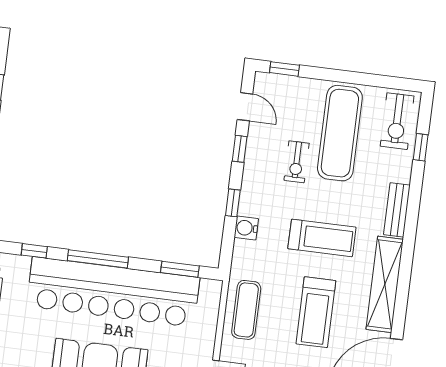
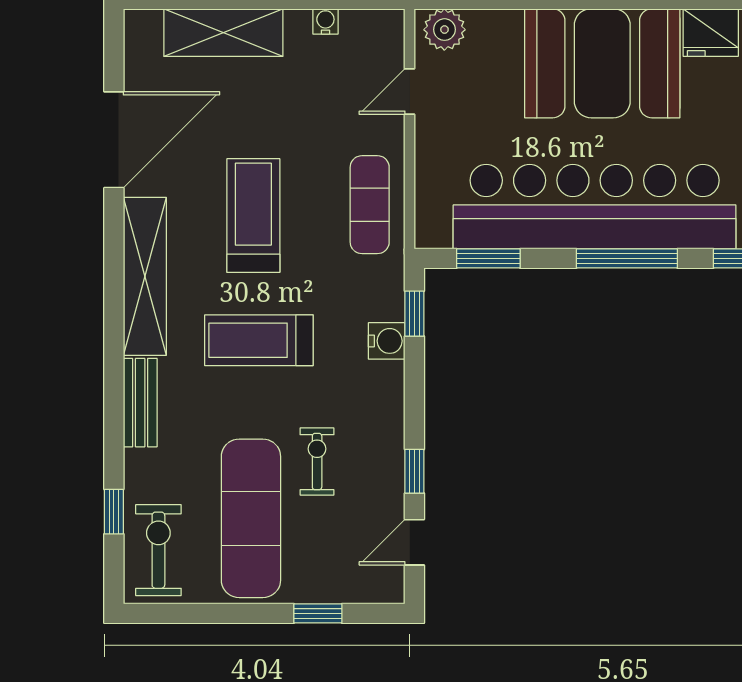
window: (284, 69) -> (318, 613), moved
door: (245, 107) -> (414, 542), hinge flipped
window: (233, 203) -> (414, 314), moved

